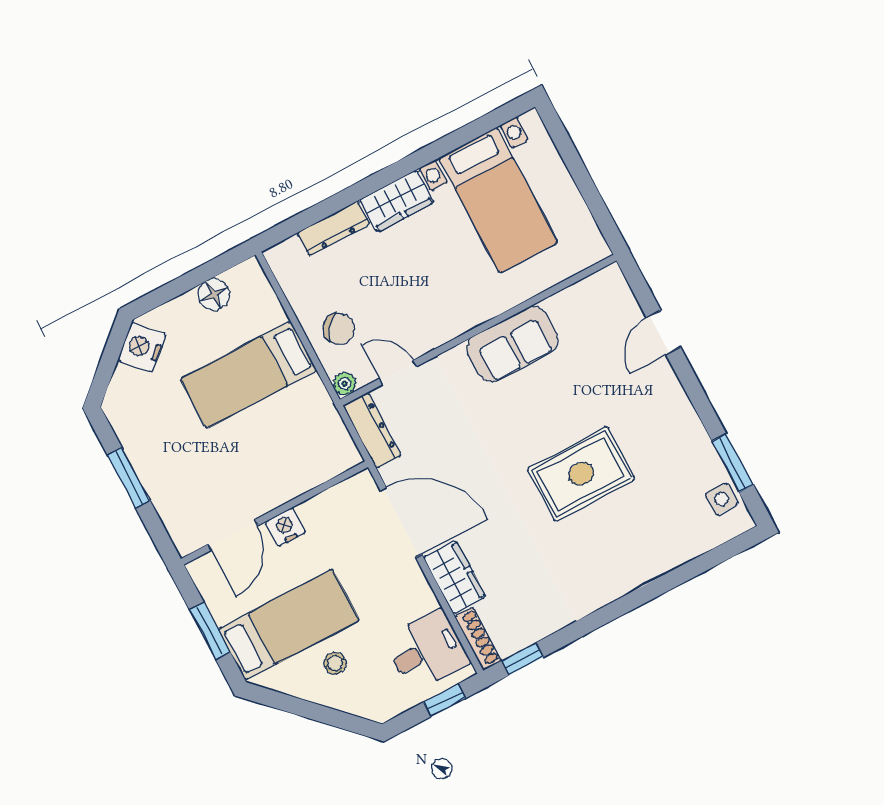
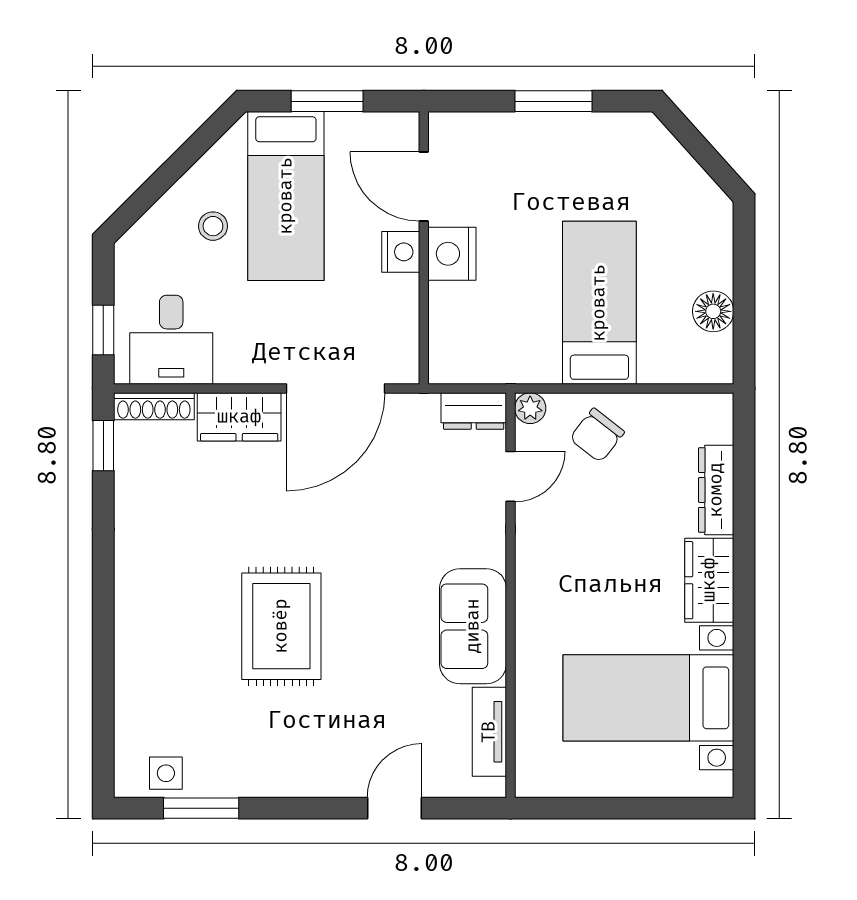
tv unit: (578, 295) -> (489, 732), added
door: (663, 332) -> (395, 808), hinge flipped
nightstand: (142, 347) -> (452, 254), moved, turned -138
dresser: (372, 430) -> (474, 411), width x0.70

